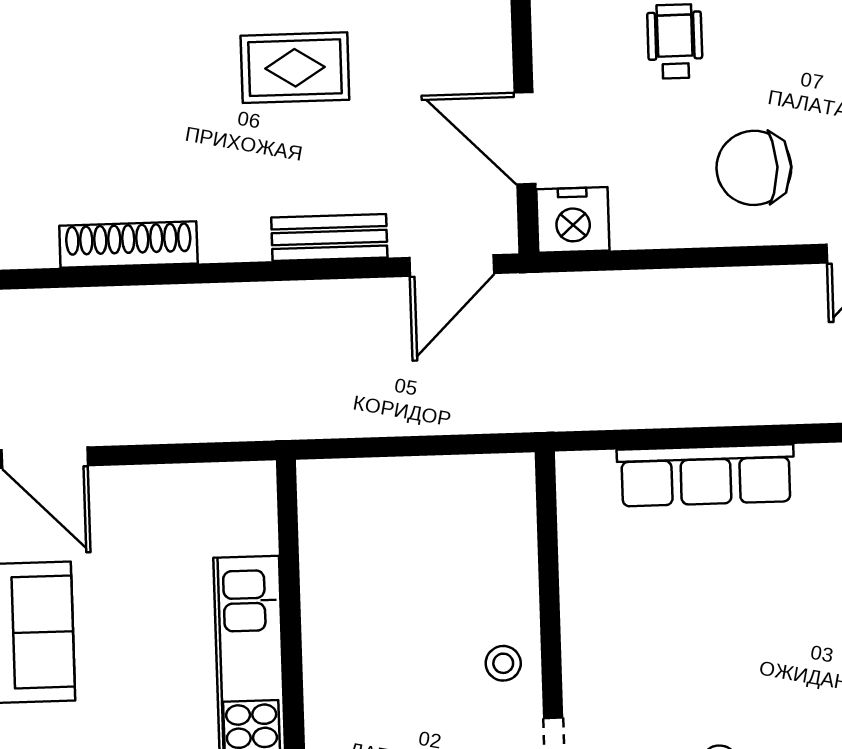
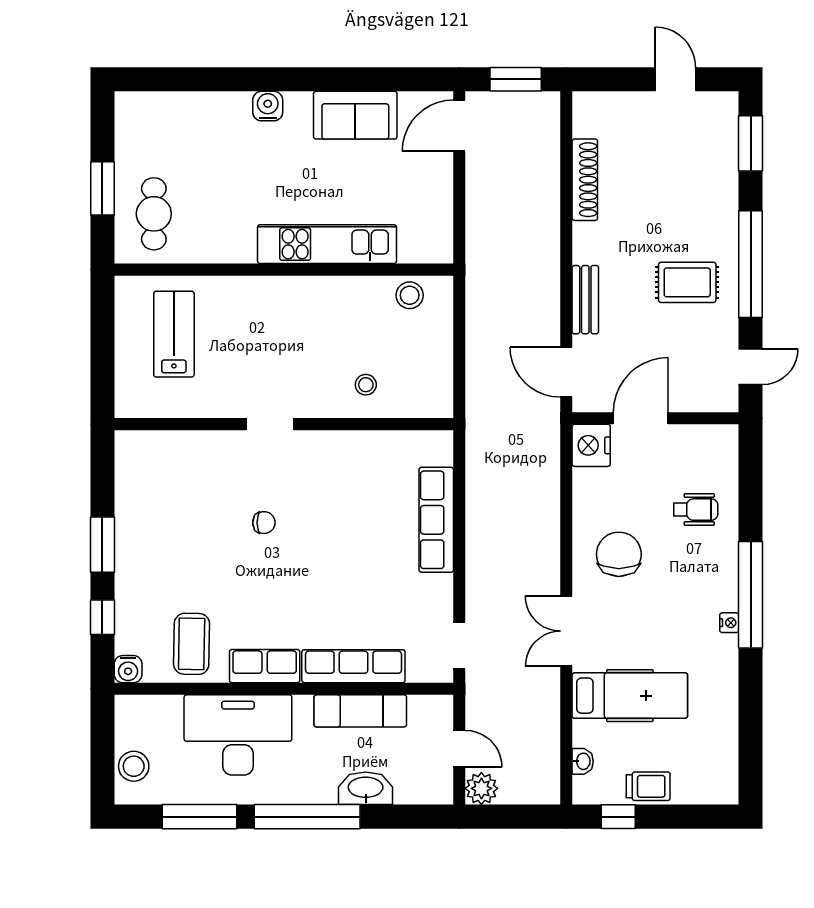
rug: (295, 68) -> (687, 282), turned 90
stool: (331, 532) -> (410, 295), added
stool: (503, 663) -> (366, 385), moved

